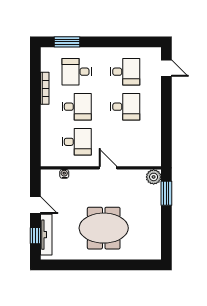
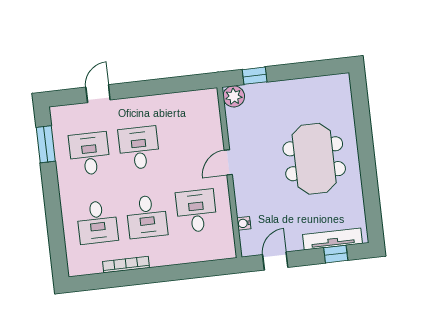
window: (67, 42) -> (46, 144), moved
door: (166, 68) -> (98, 94), moved
desk: (77, 107) -> (147, 217), turned 180
window: (166, 193) -> (255, 76), width x0.67
door: (35, 205) -> (275, 261), moved

